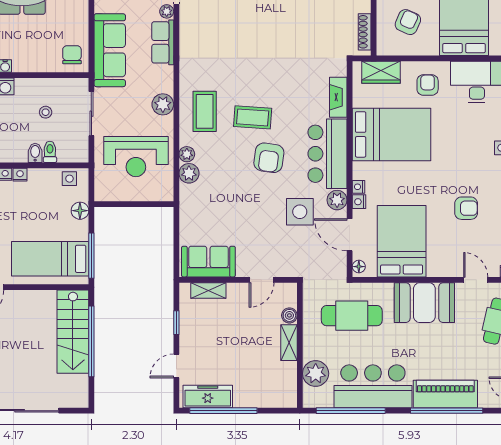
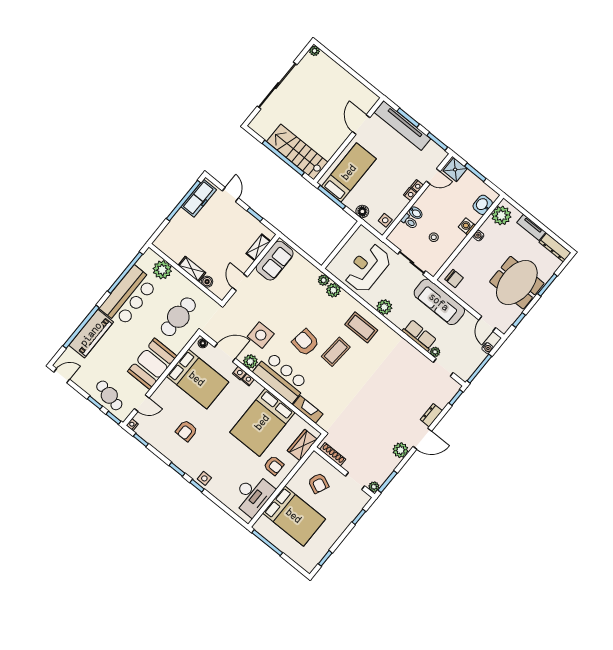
plant: (187, 154) -> (324, 280), moved

